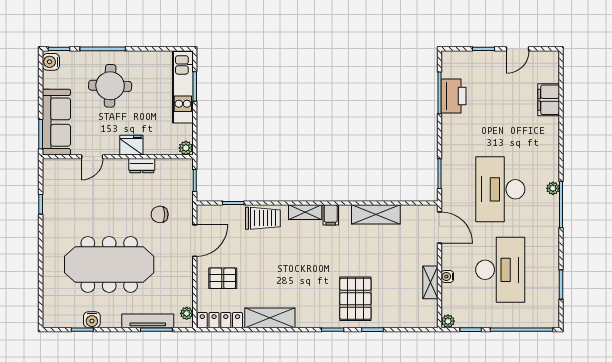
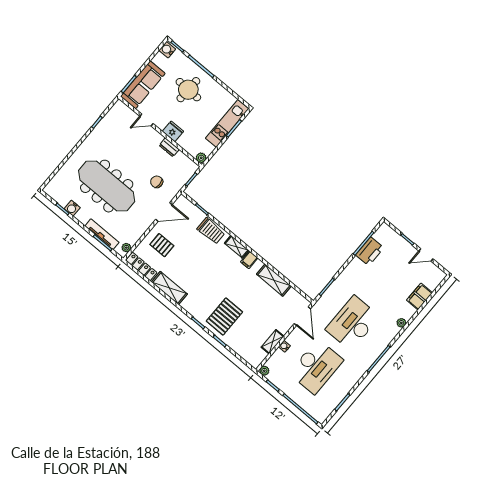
plant: (553, 188) -> (401, 323), moved

